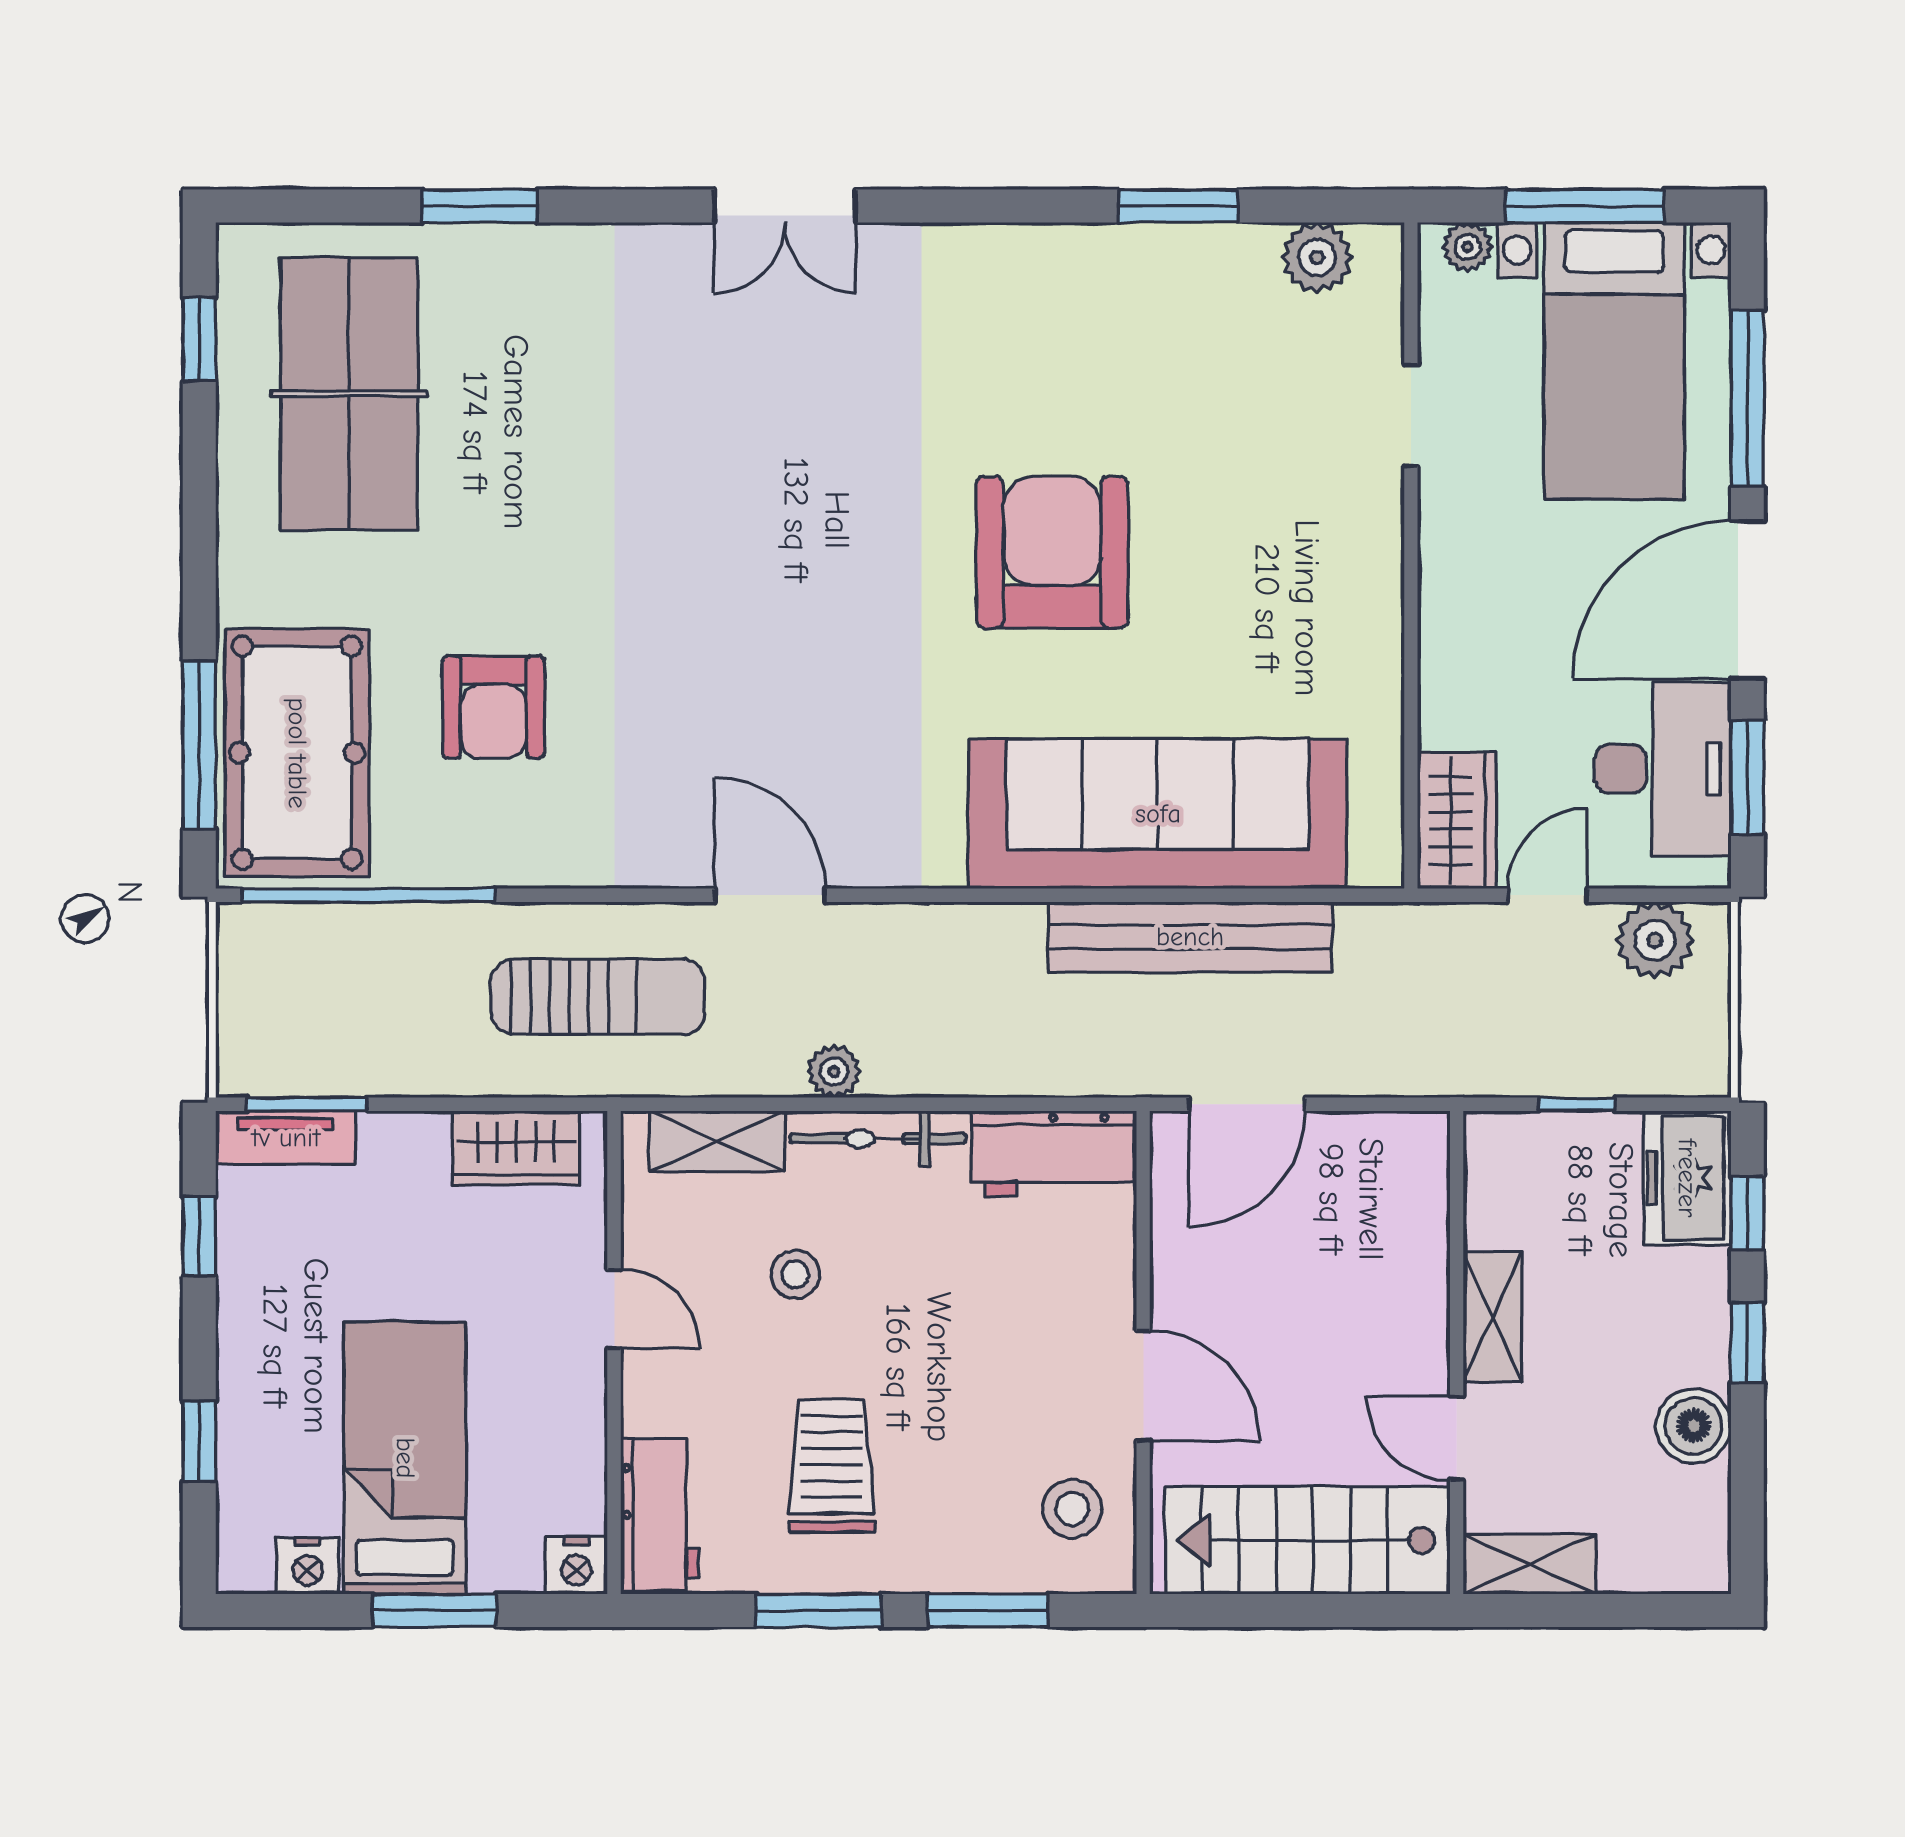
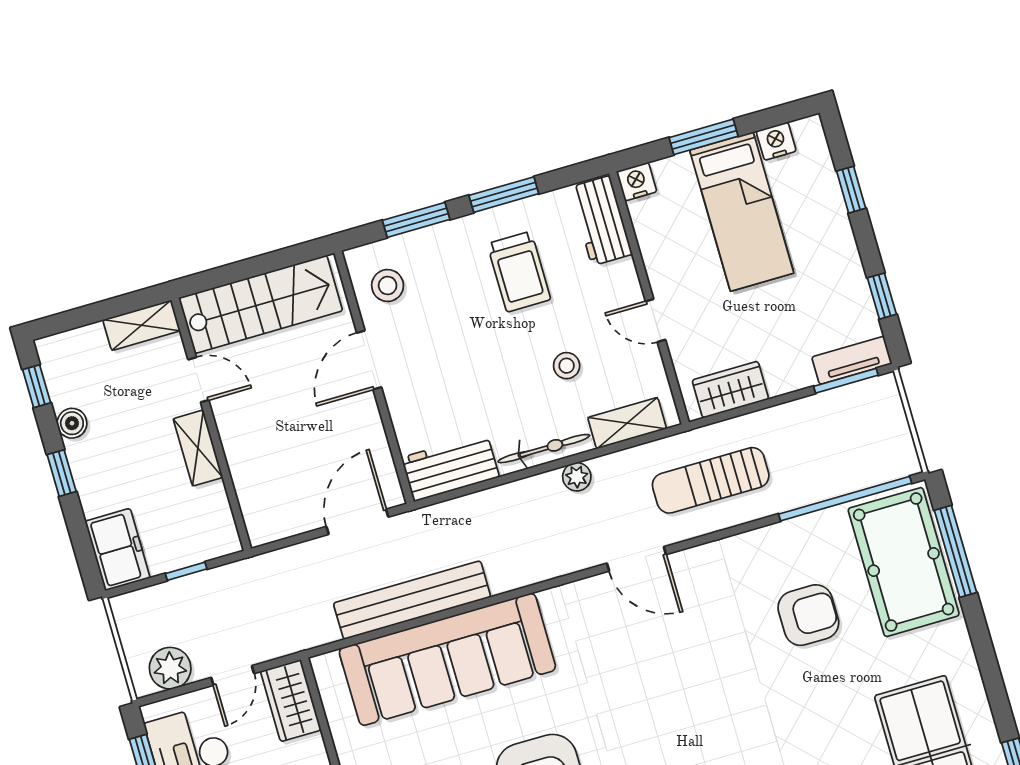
armchair: (493, 707) -> (808, 615), turned 90
window: (1747, 1213) -> (37, 386), moved
door: (1143, 1386) -> (369, 360), hinge flipped
boiler: (1694, 1426) -> (72, 423), width x0.73, depth x0.73

